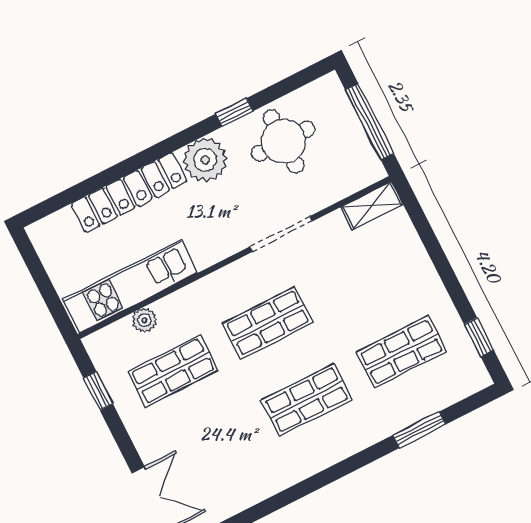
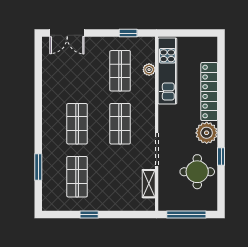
shelving: (372, 206) -> (149, 184), moved
window: (479, 337) -> (89, 214), moved

